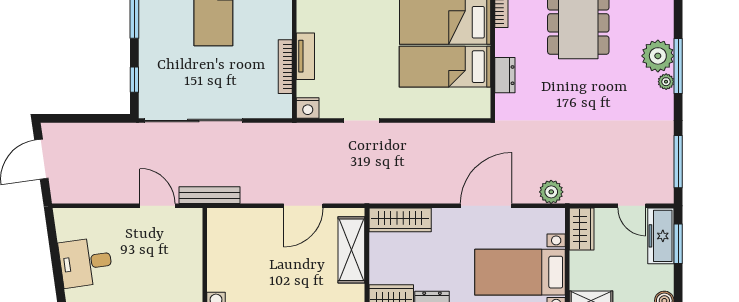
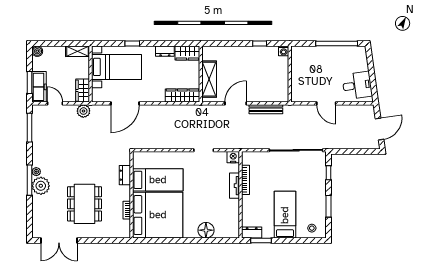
plant: (551, 192) -> (83, 111), moved
bench: (209, 195) -> (266, 109), moved
door: (157, 206) -> (326, 103), moved
door: (486, 206) -> (125, 103), moved
desk: (86, 262) -> (357, 85), moved

